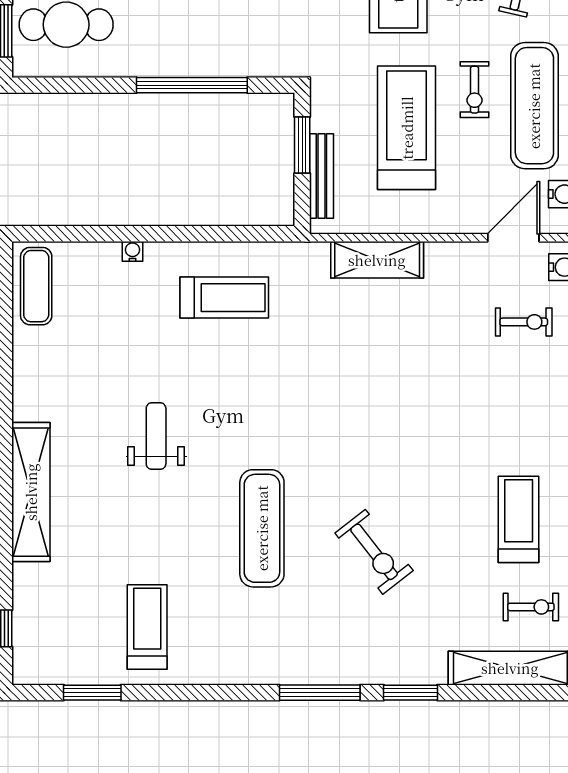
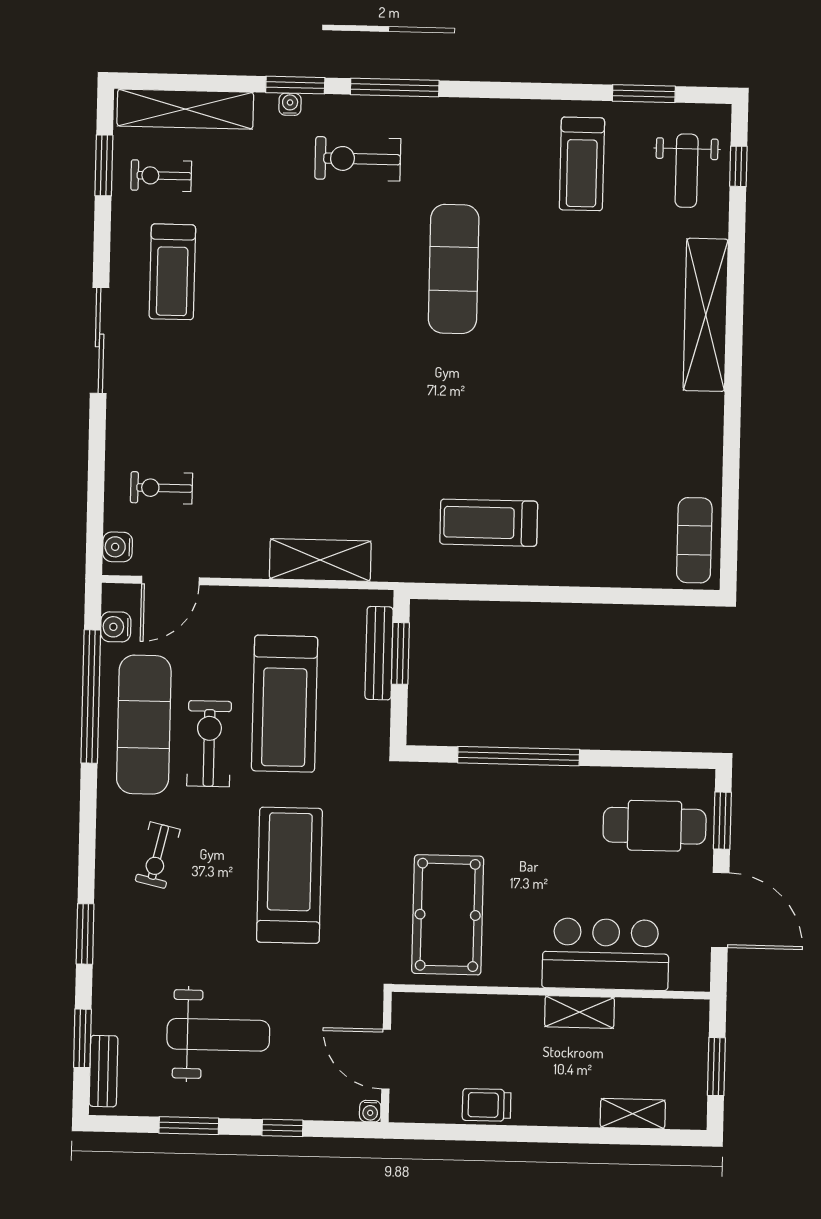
exercise bike: (474, 90) -> (209, 744), width x1.38, depth x1.39
window: (302, 145) -> (400, 653), moved
water cooler: (133, 251) -> (290, 104), moved, turned 180
weight bench: (156, 436) -> (687, 171), moved
exercise bike: (374, 552) -> (358, 159), moved, turned -52

